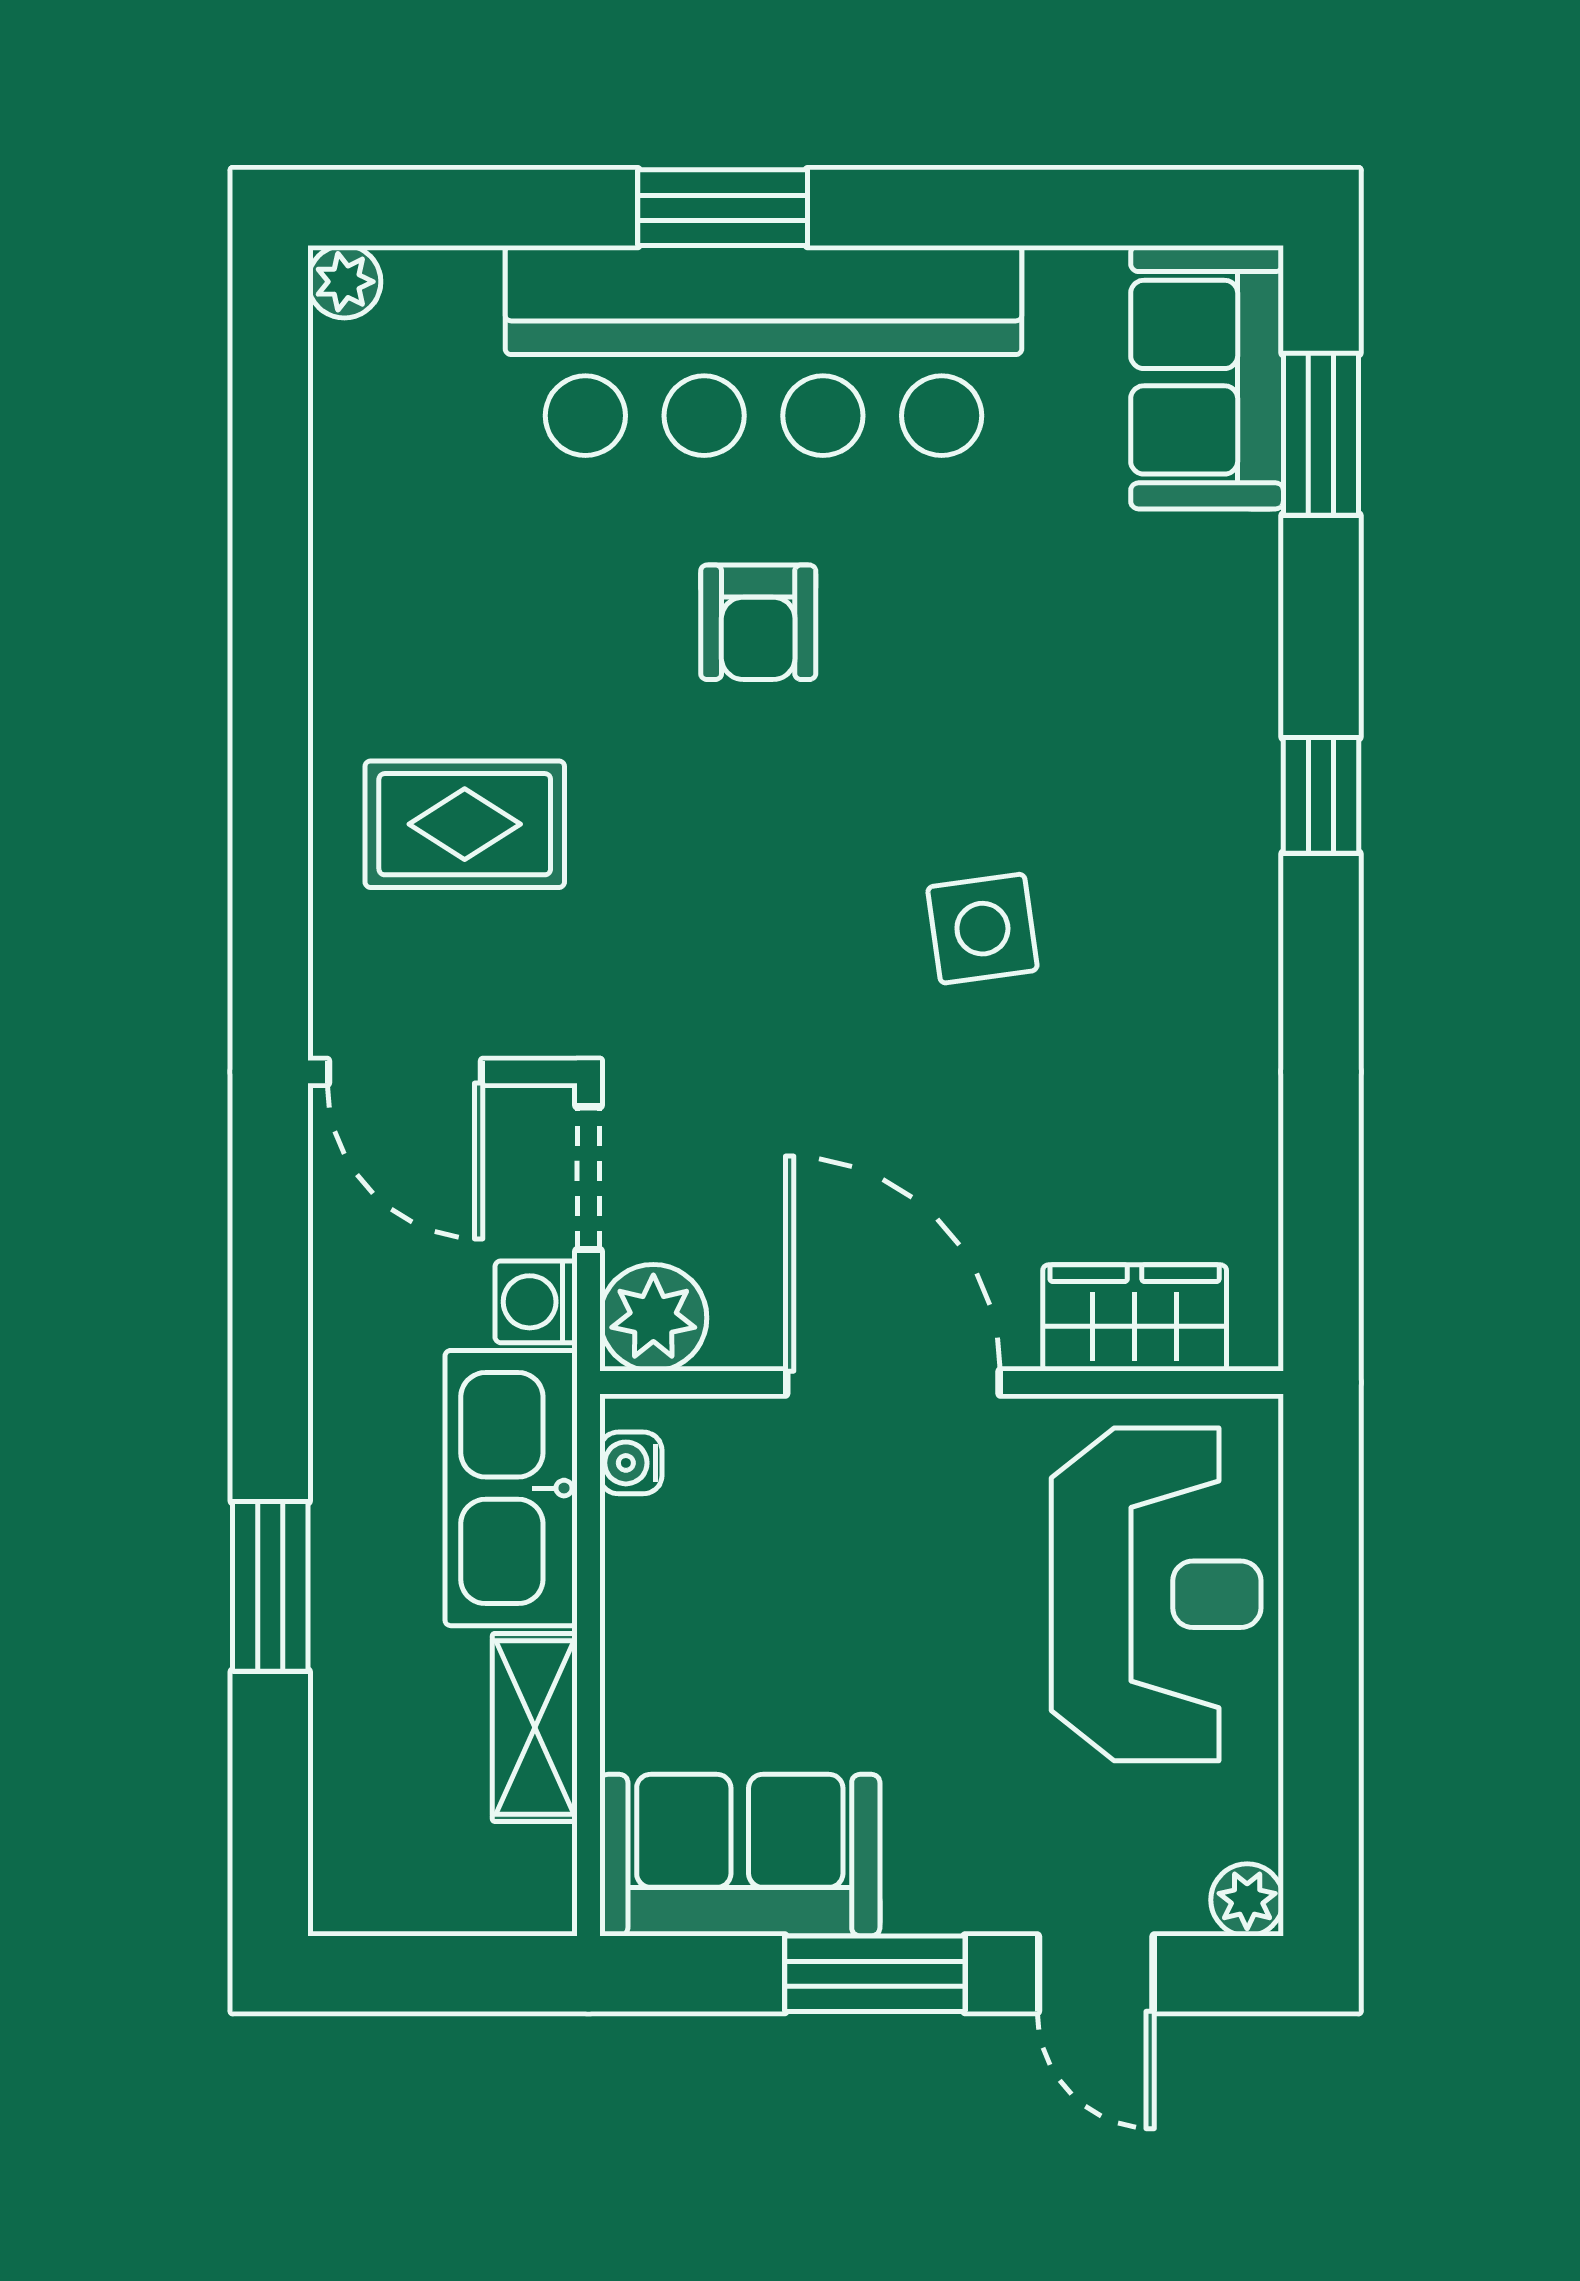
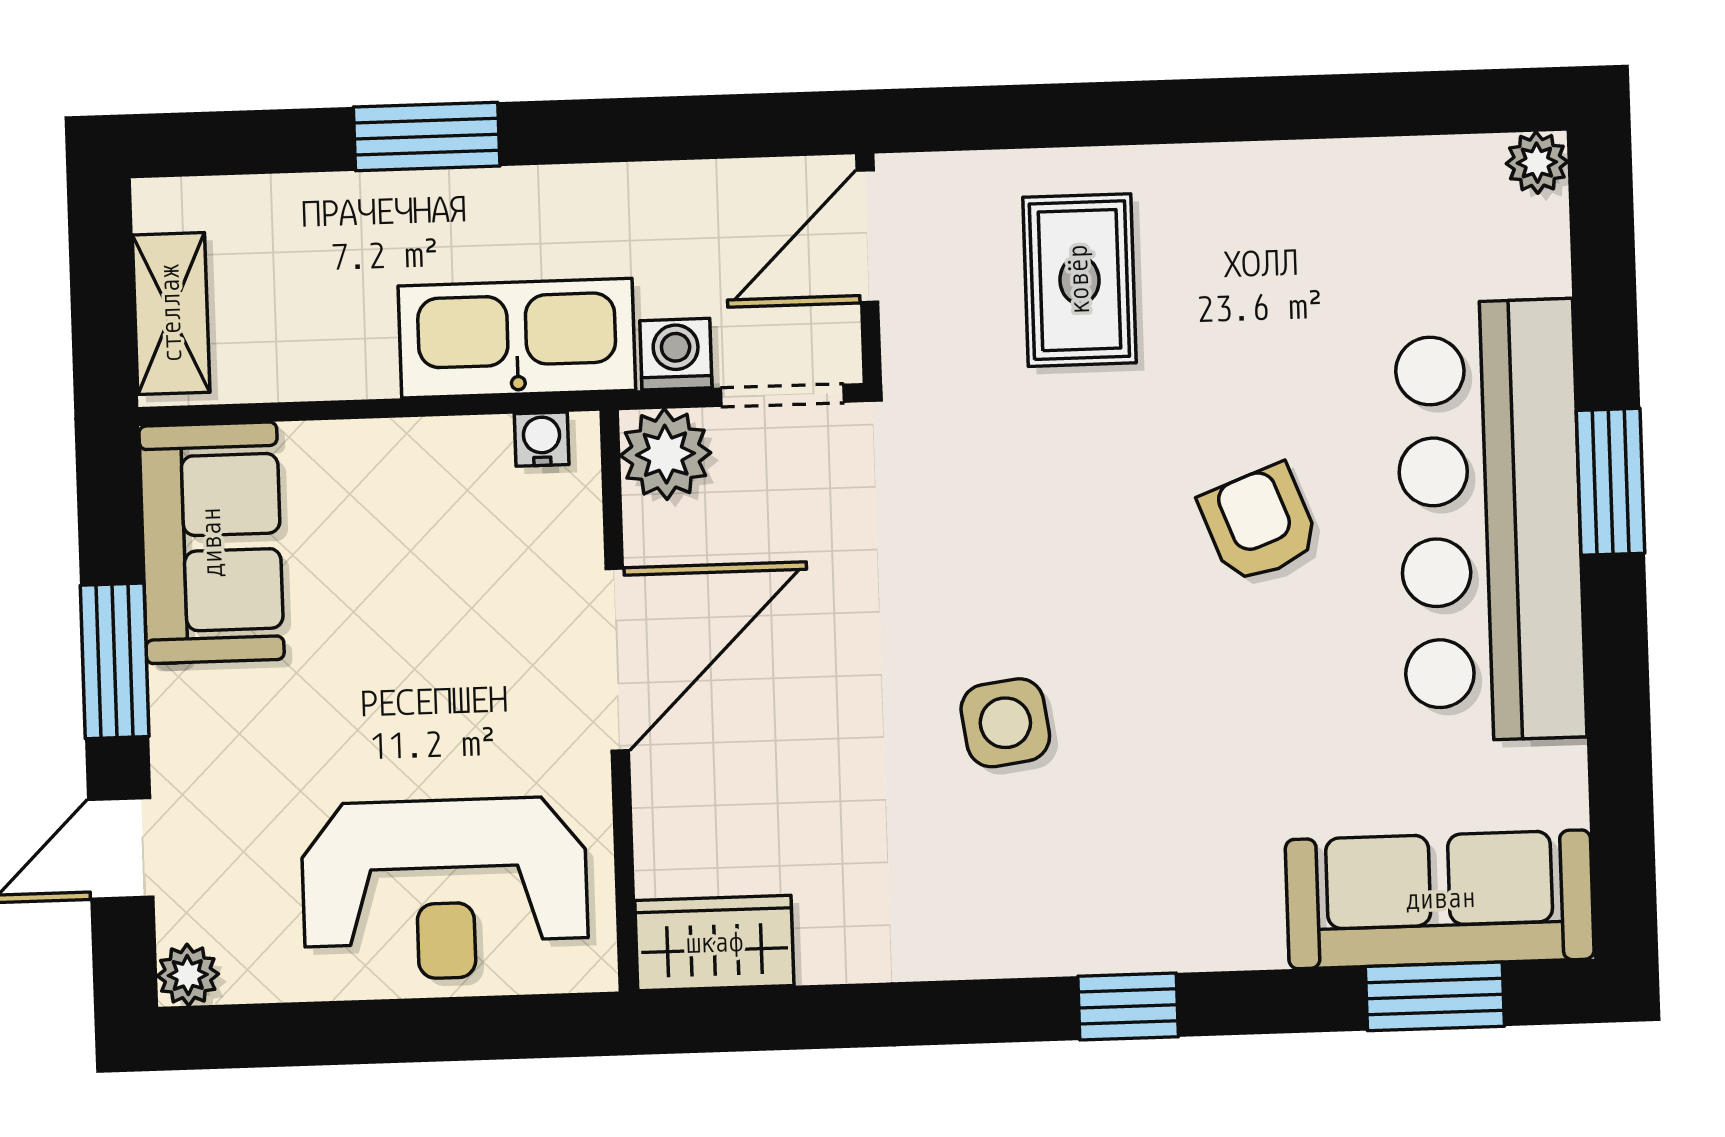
sofa: (1207, 377) -> (1440, 899), width x1.36
armchair: (758, 622) -> (1259, 524), turned 69
wardrobe: (1135, 1318) -> (714, 943), moved, turned -90
shelving: (535, 1727) -> (171, 314), moved, turned 90

